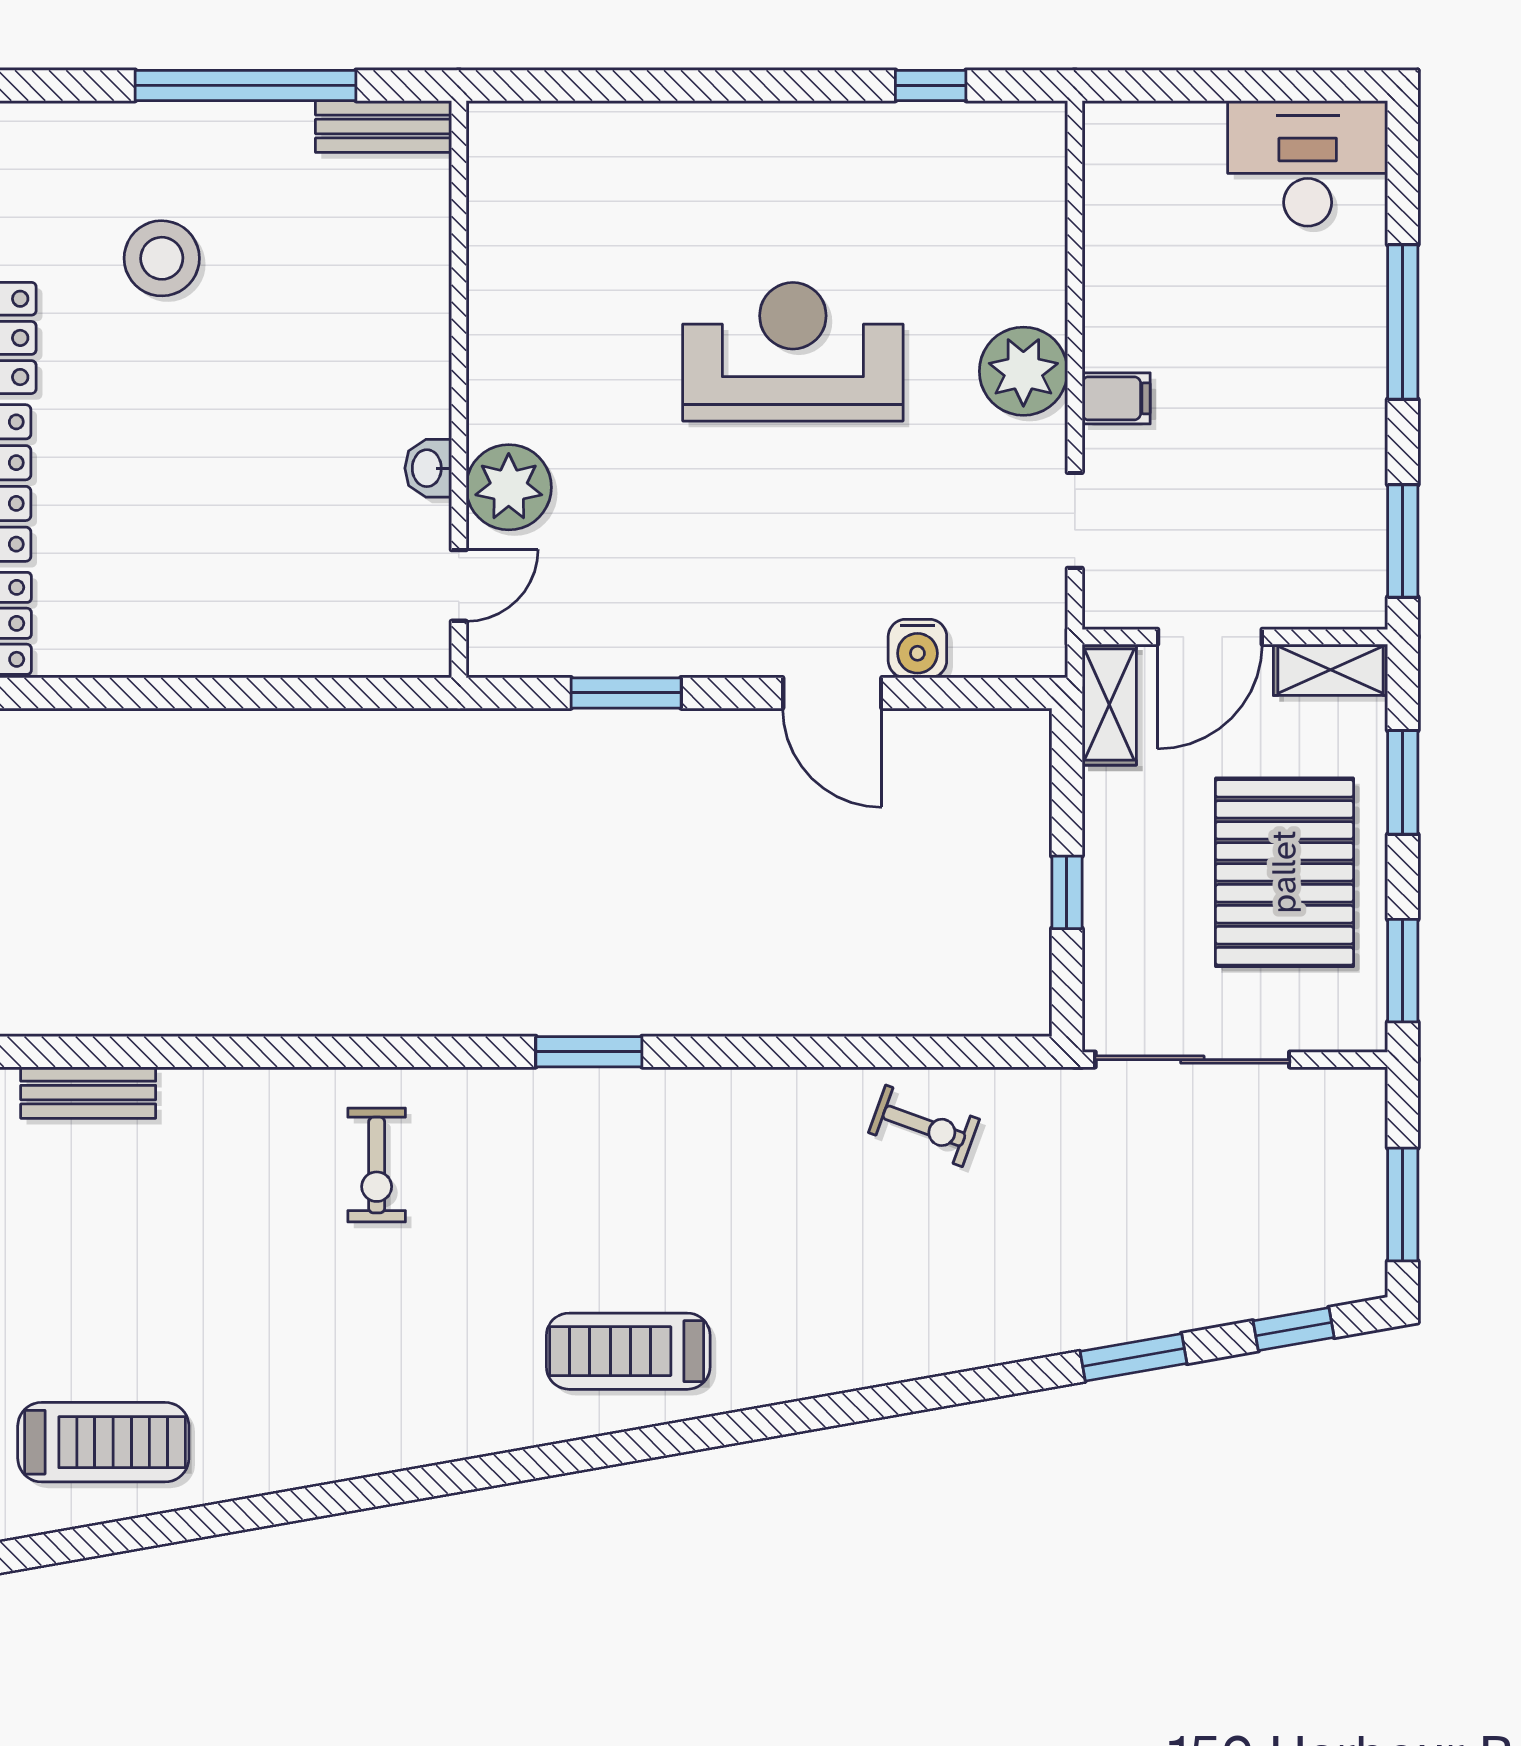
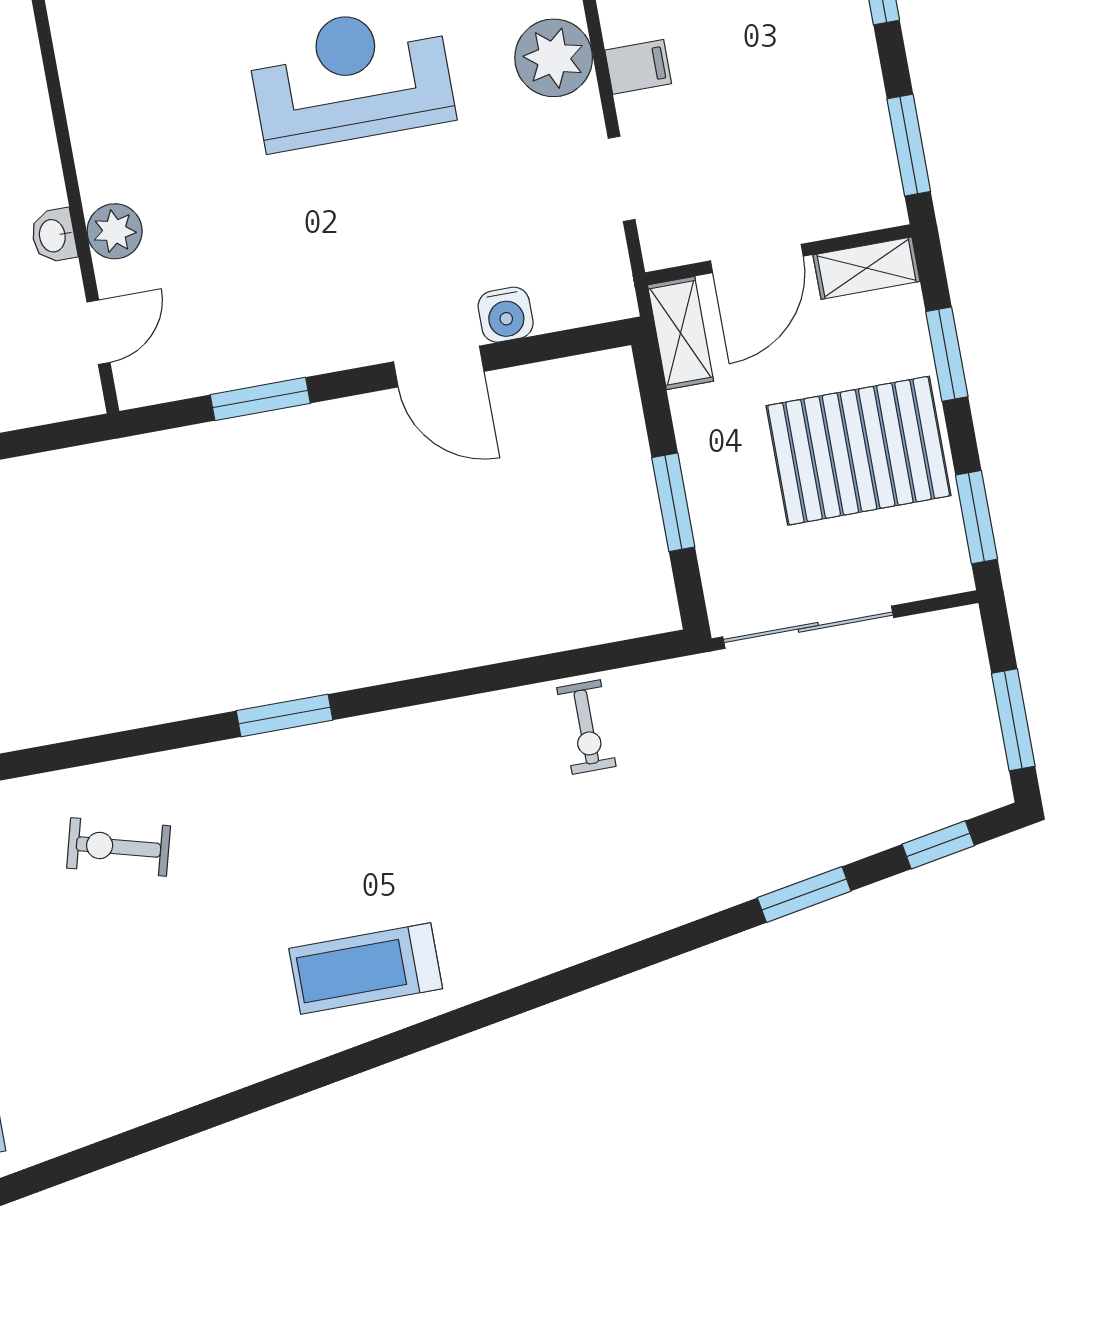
plant: (509, 487) -> (115, 231), width x0.73, depth x0.73
pallet: (1284, 872) -> (859, 451), turned 90
window: (1067, 892) -> (673, 502), width x1.50
exercise bike: (924, 1126) -> (586, 727), turned 70
exercise bike: (377, 1165) -> (119, 847), turned 105

